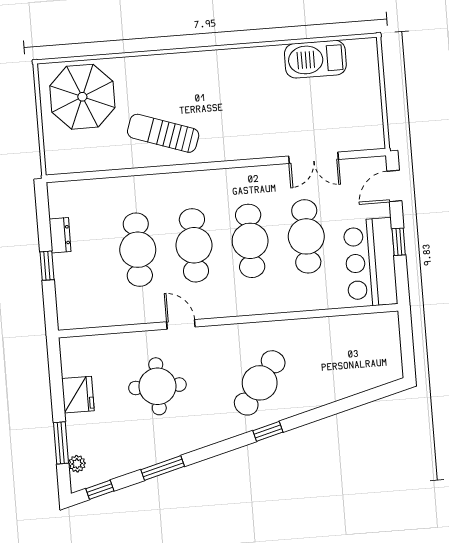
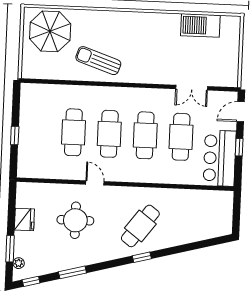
dresser: (60, 235) -> (25, 117), removed

